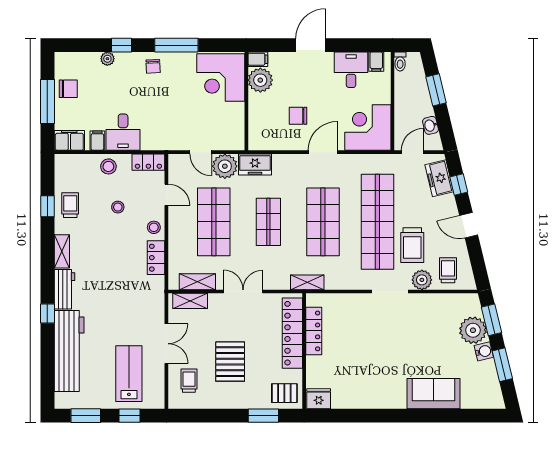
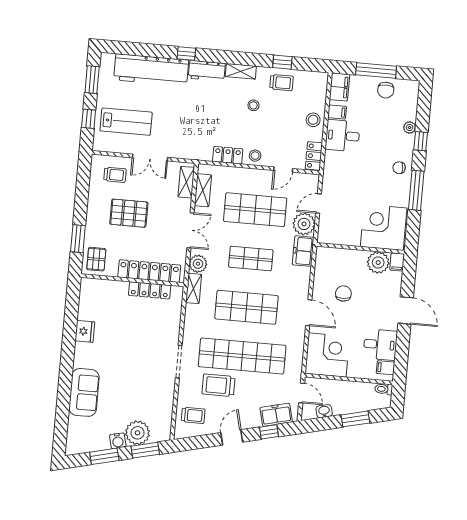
stool: (118, 207) -> (253, 105), moved
plant: (422, 280) -> (198, 264), moved
fridge: (319, 399) -> (85, 331), moved

